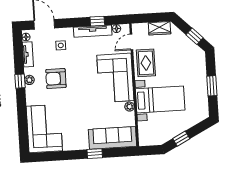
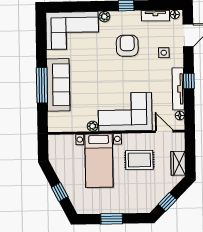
window: (97, 21) -> (189, 81), moved
rug: (146, 63) -> (139, 160), moved
plant: (29, 80) -> (104, 17), moved
sofa: (113, 138) -> (58, 85), moved
window: (181, 139) -> (60, 192), moved
window: (95, 154) -> (42, 85), width x2.17

